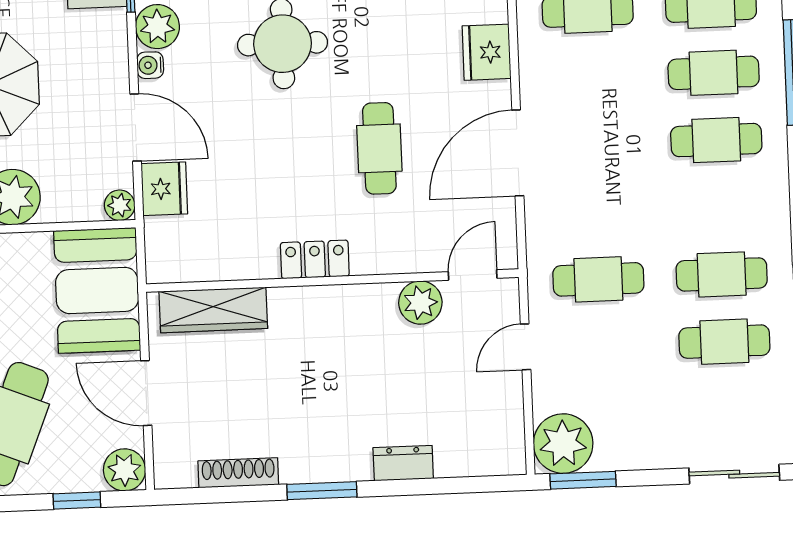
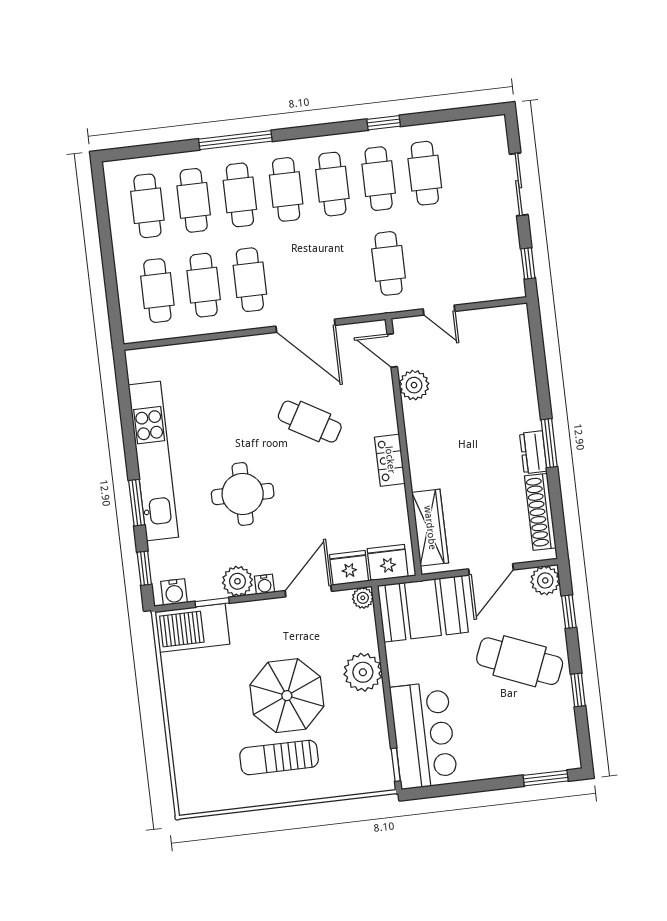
fridge: (487, 52) -> (388, 563), moved, turned 180
cafe table: (590, 78) -> (250, 280), added
cafe table: (379, 148) -> (310, 422), turned 30
cafe table: (719, 207) -> (332, 184), added
plant: (563, 444) -> (504, 279), removed
dresser: (403, 463) -> (533, 452), moved
shoe rack: (238, 473) -> (540, 512), width x1.36, depth x1.24
sliding door: (734, 474) -> (519, 184), moved
window: (583, 480) -> (528, 263), width x0.67

